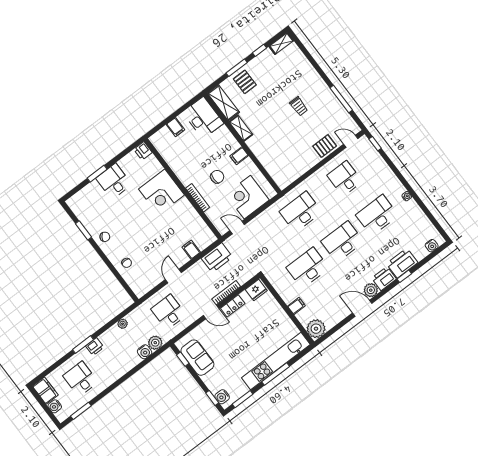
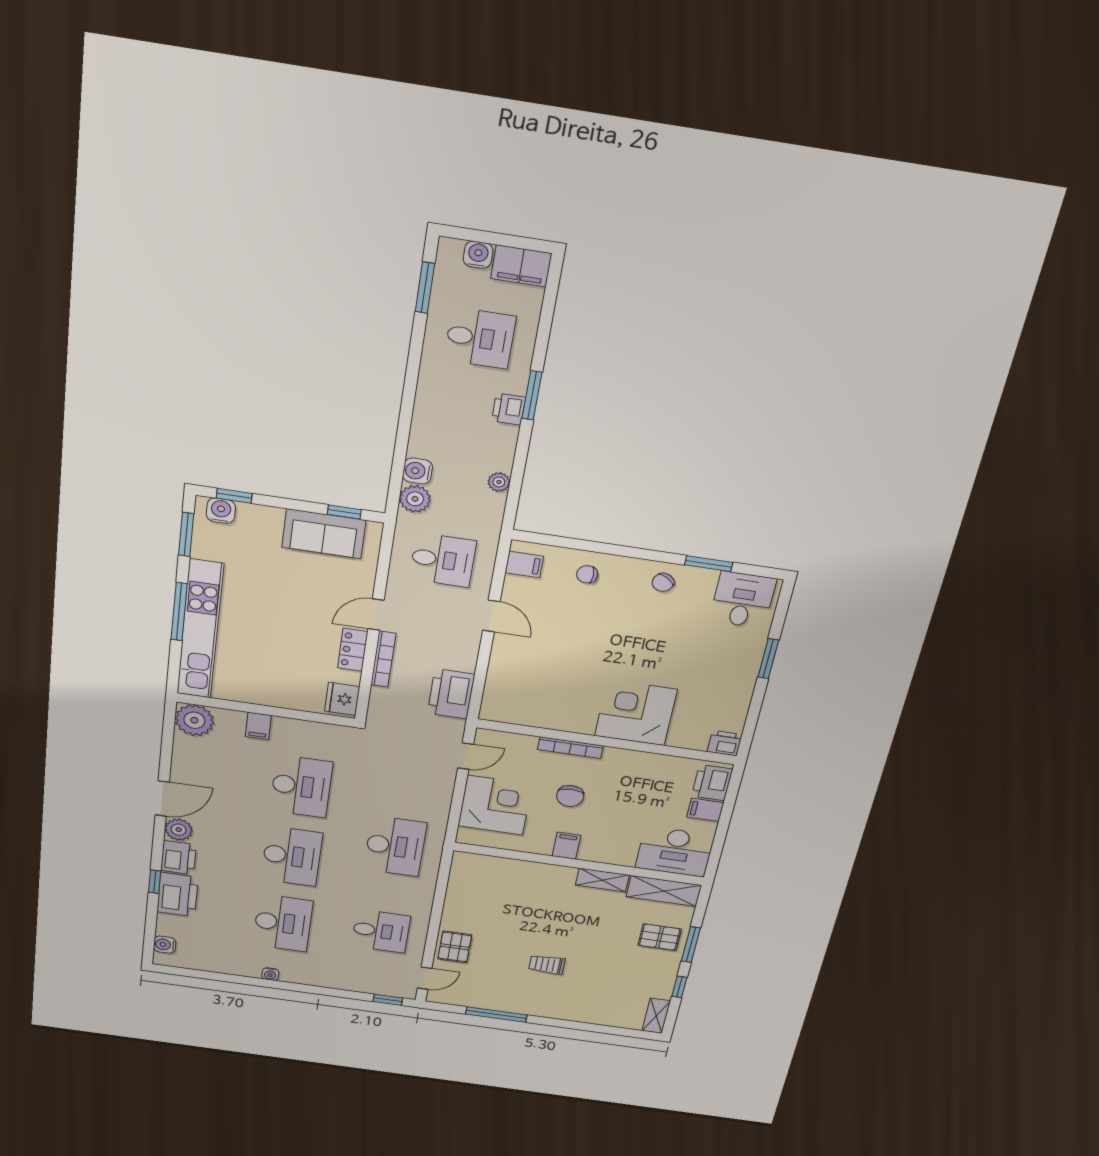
printer: (162, 137) -> (712, 783), added
desk: (114, 181) -> (743, 600), moved, turned -90
filing cabinet: (191, 250) -> (524, 565), moved

